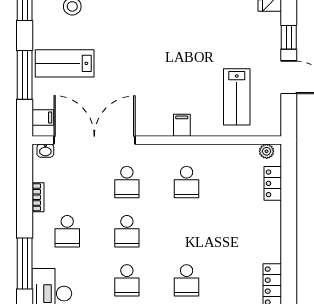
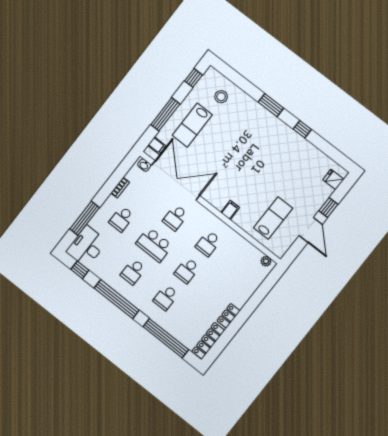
lab bench: (65, 63) -> (192, 125), turned -90
lab bench: (237, 97) -> (273, 218), turned 180
locker: (273, 183) -> (229, 316), moved
school desk: (127, 231) -> (154, 245), width x1.85
school desk: (187, 231) -> (187, 271), added

